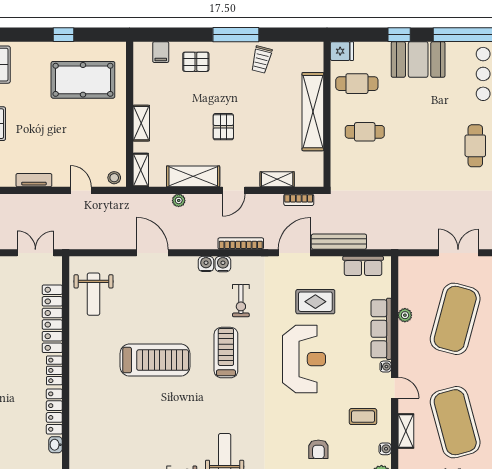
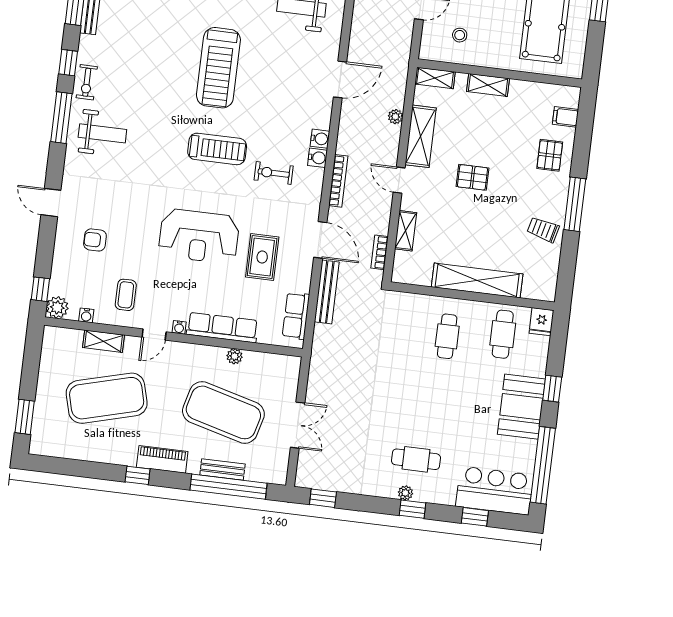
stool: (114, 178) -> (460, 35), moved

